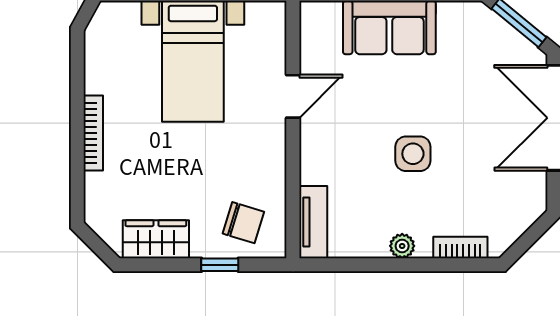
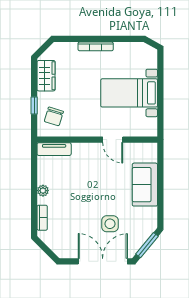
side table: (413, 154) -> (110, 224), moved

